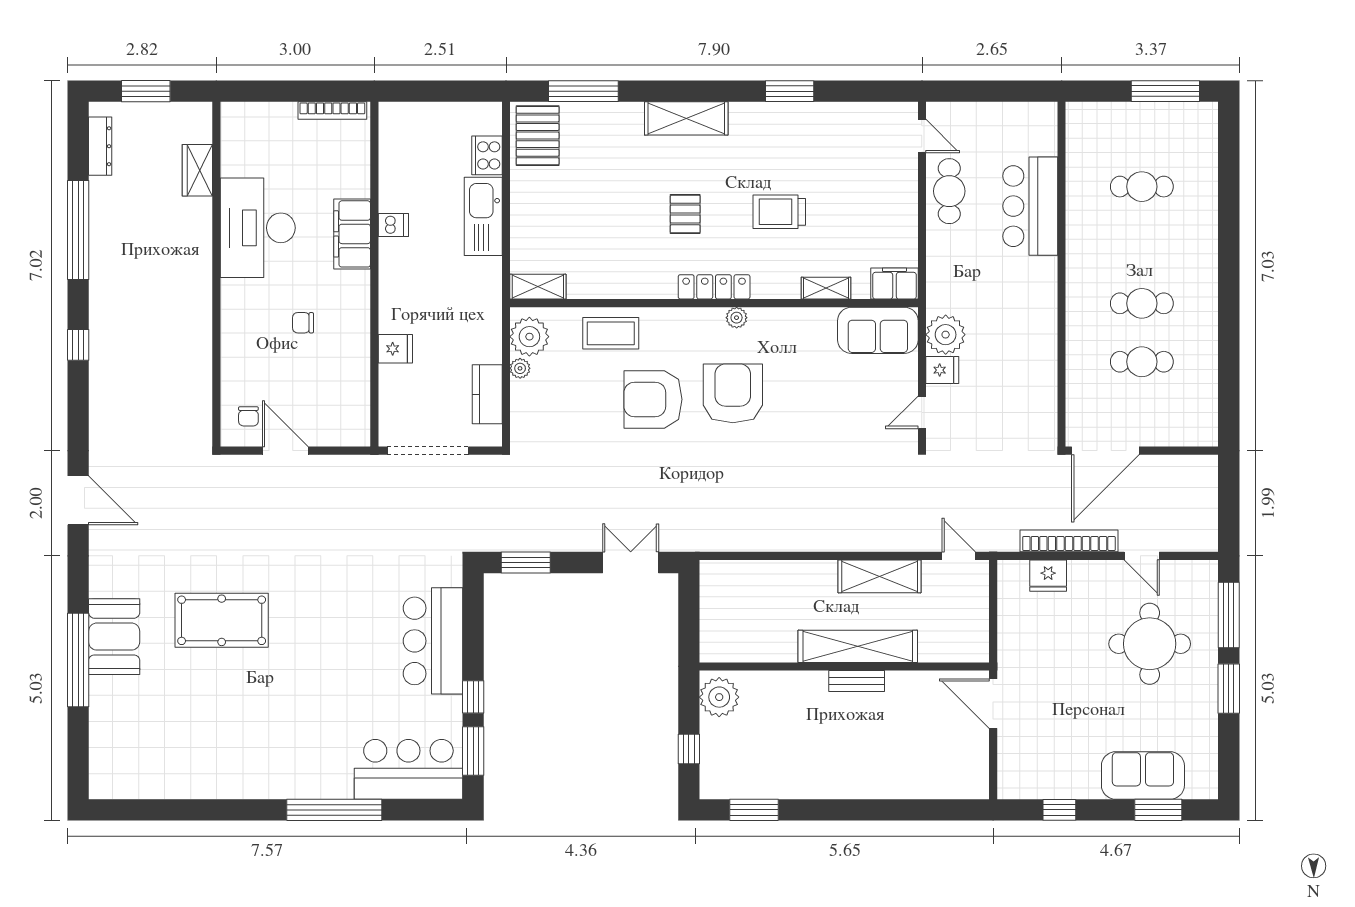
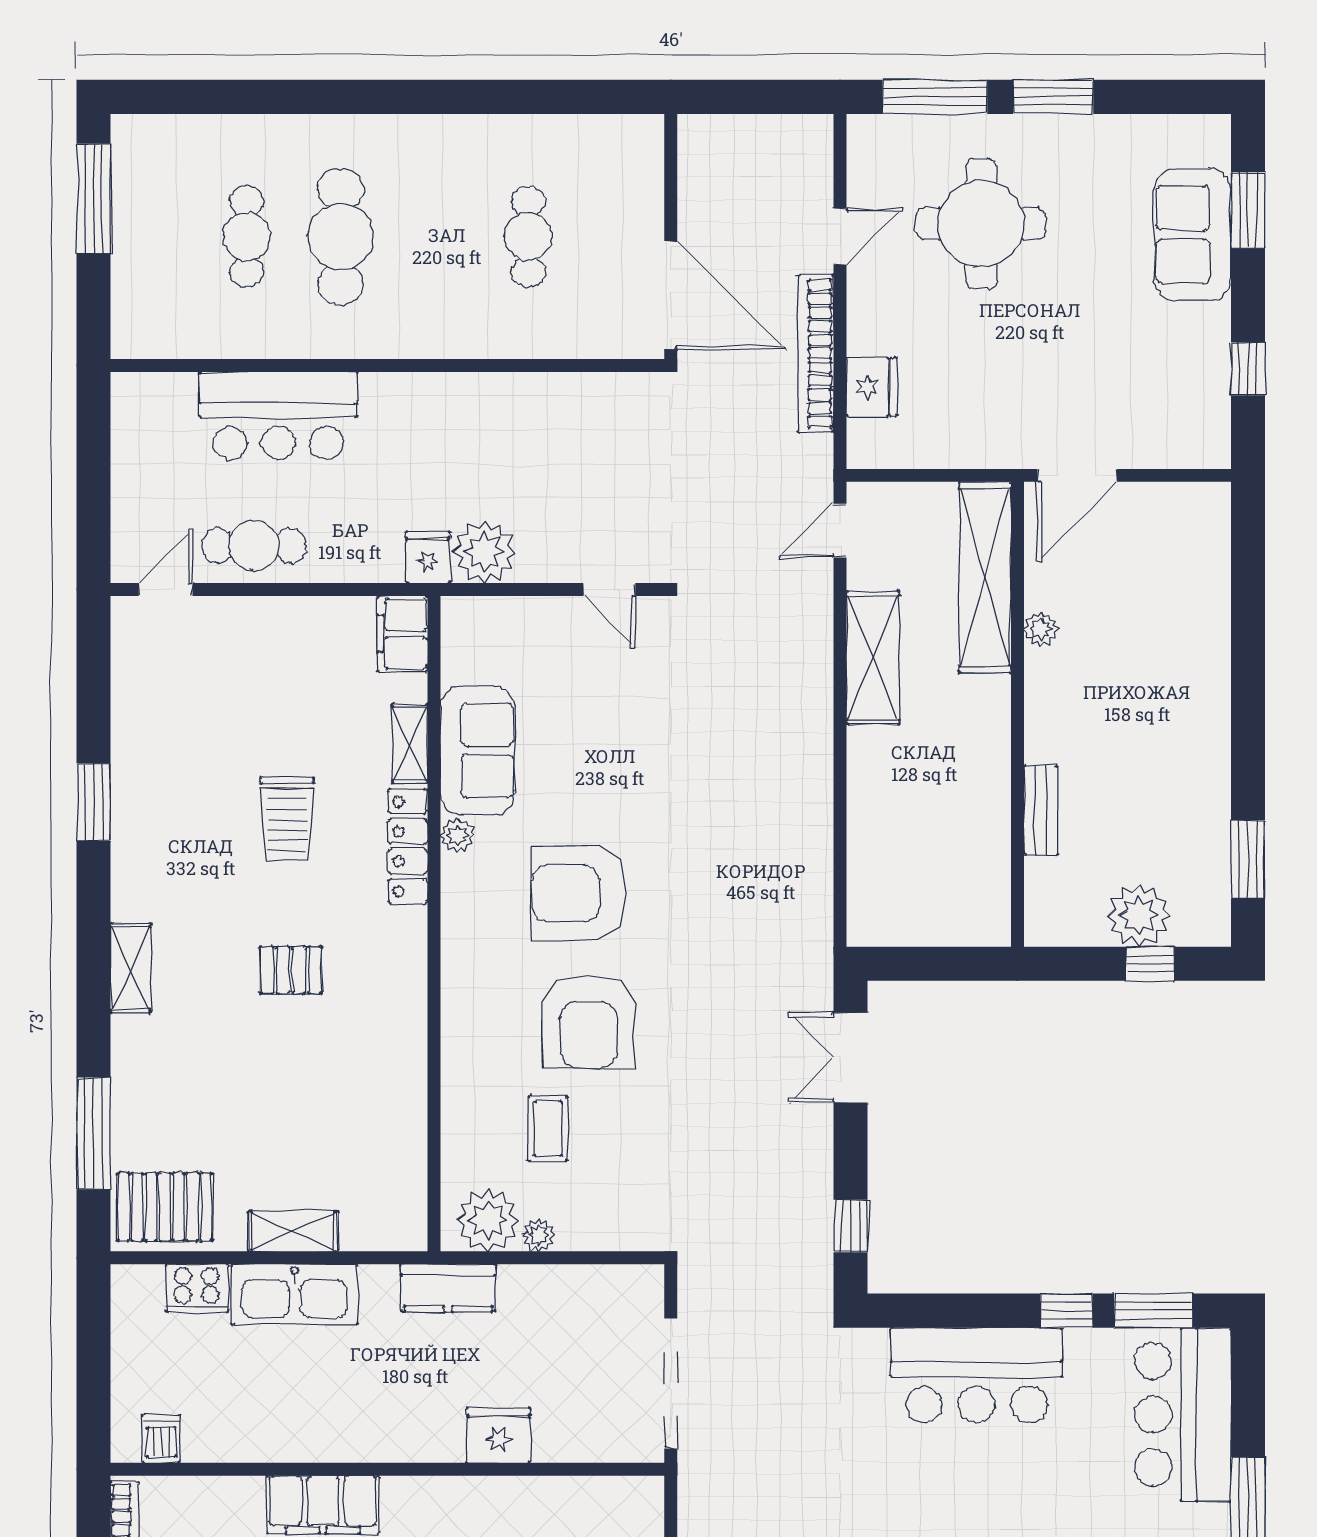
shelving: (686, 118) -> (131, 968), width x0.67, depth x0.75
dishwasher: (393, 225) -> (161, 1439), moved
shelving: (538, 287) -> (293, 1231), moved, turned 90
locker: (714, 287) -> (408, 846), moved
cafe table: (1142, 303) -> (341, 236), moved, width x1.37, depth x1.35
plant: (737, 318) -> (457, 835), moved
sofa: (878, 330) -> (478, 751), moved
coffee table: (611, 333) -> (548, 1128), moved, width x0.73, depth x0.77
fridge: (395, 349) -> (498, 1435), width x1.38
fridge: (942, 370) -> (428, 557), moved
kitchen counter: (487, 394) -> (448, 1288), moved
window: (526, 562) -> (851, 1226), width x0.67
shelving: (858, 646) -> (985, 577), moved
bench: (857, 681) -> (1041, 810), moved
plant: (897, 681) -> (1041, 629), added
plant: (719, 697) -> (1139, 915), moved

